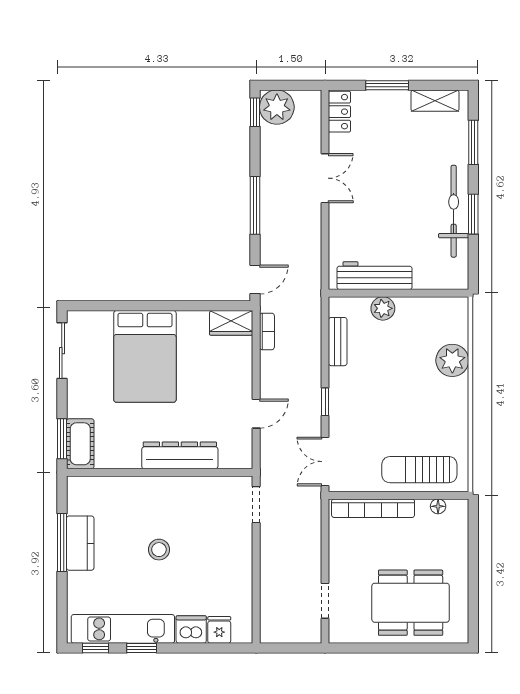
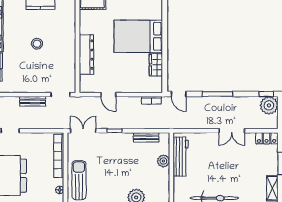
wardrobe: (231, 323) -> (156, 65), moved
bench: (269, 558) -> (33, 101), added

